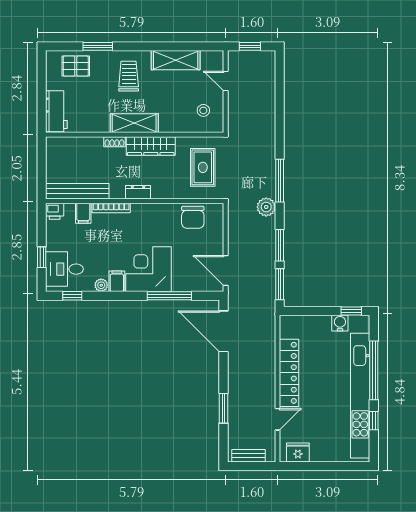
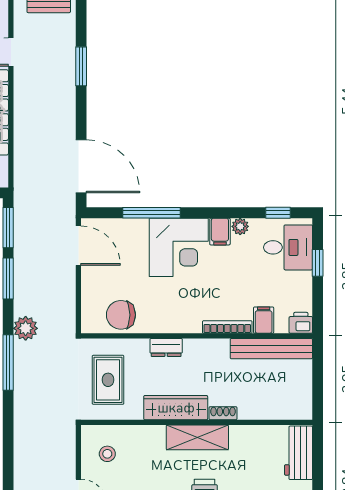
dresser: (138, 192) -> (166, 347), moved
chair: (193, 217) -> (121, 315), turned -90

